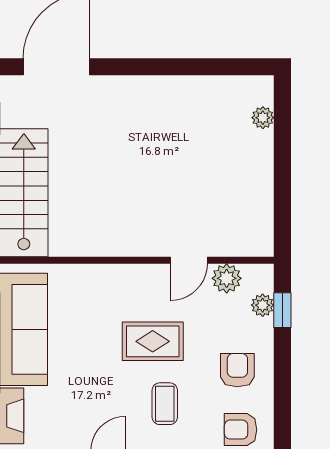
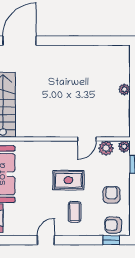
plant: (263, 118) -> (124, 89), moved
plant: (263, 305) -> (124, 146), moved

